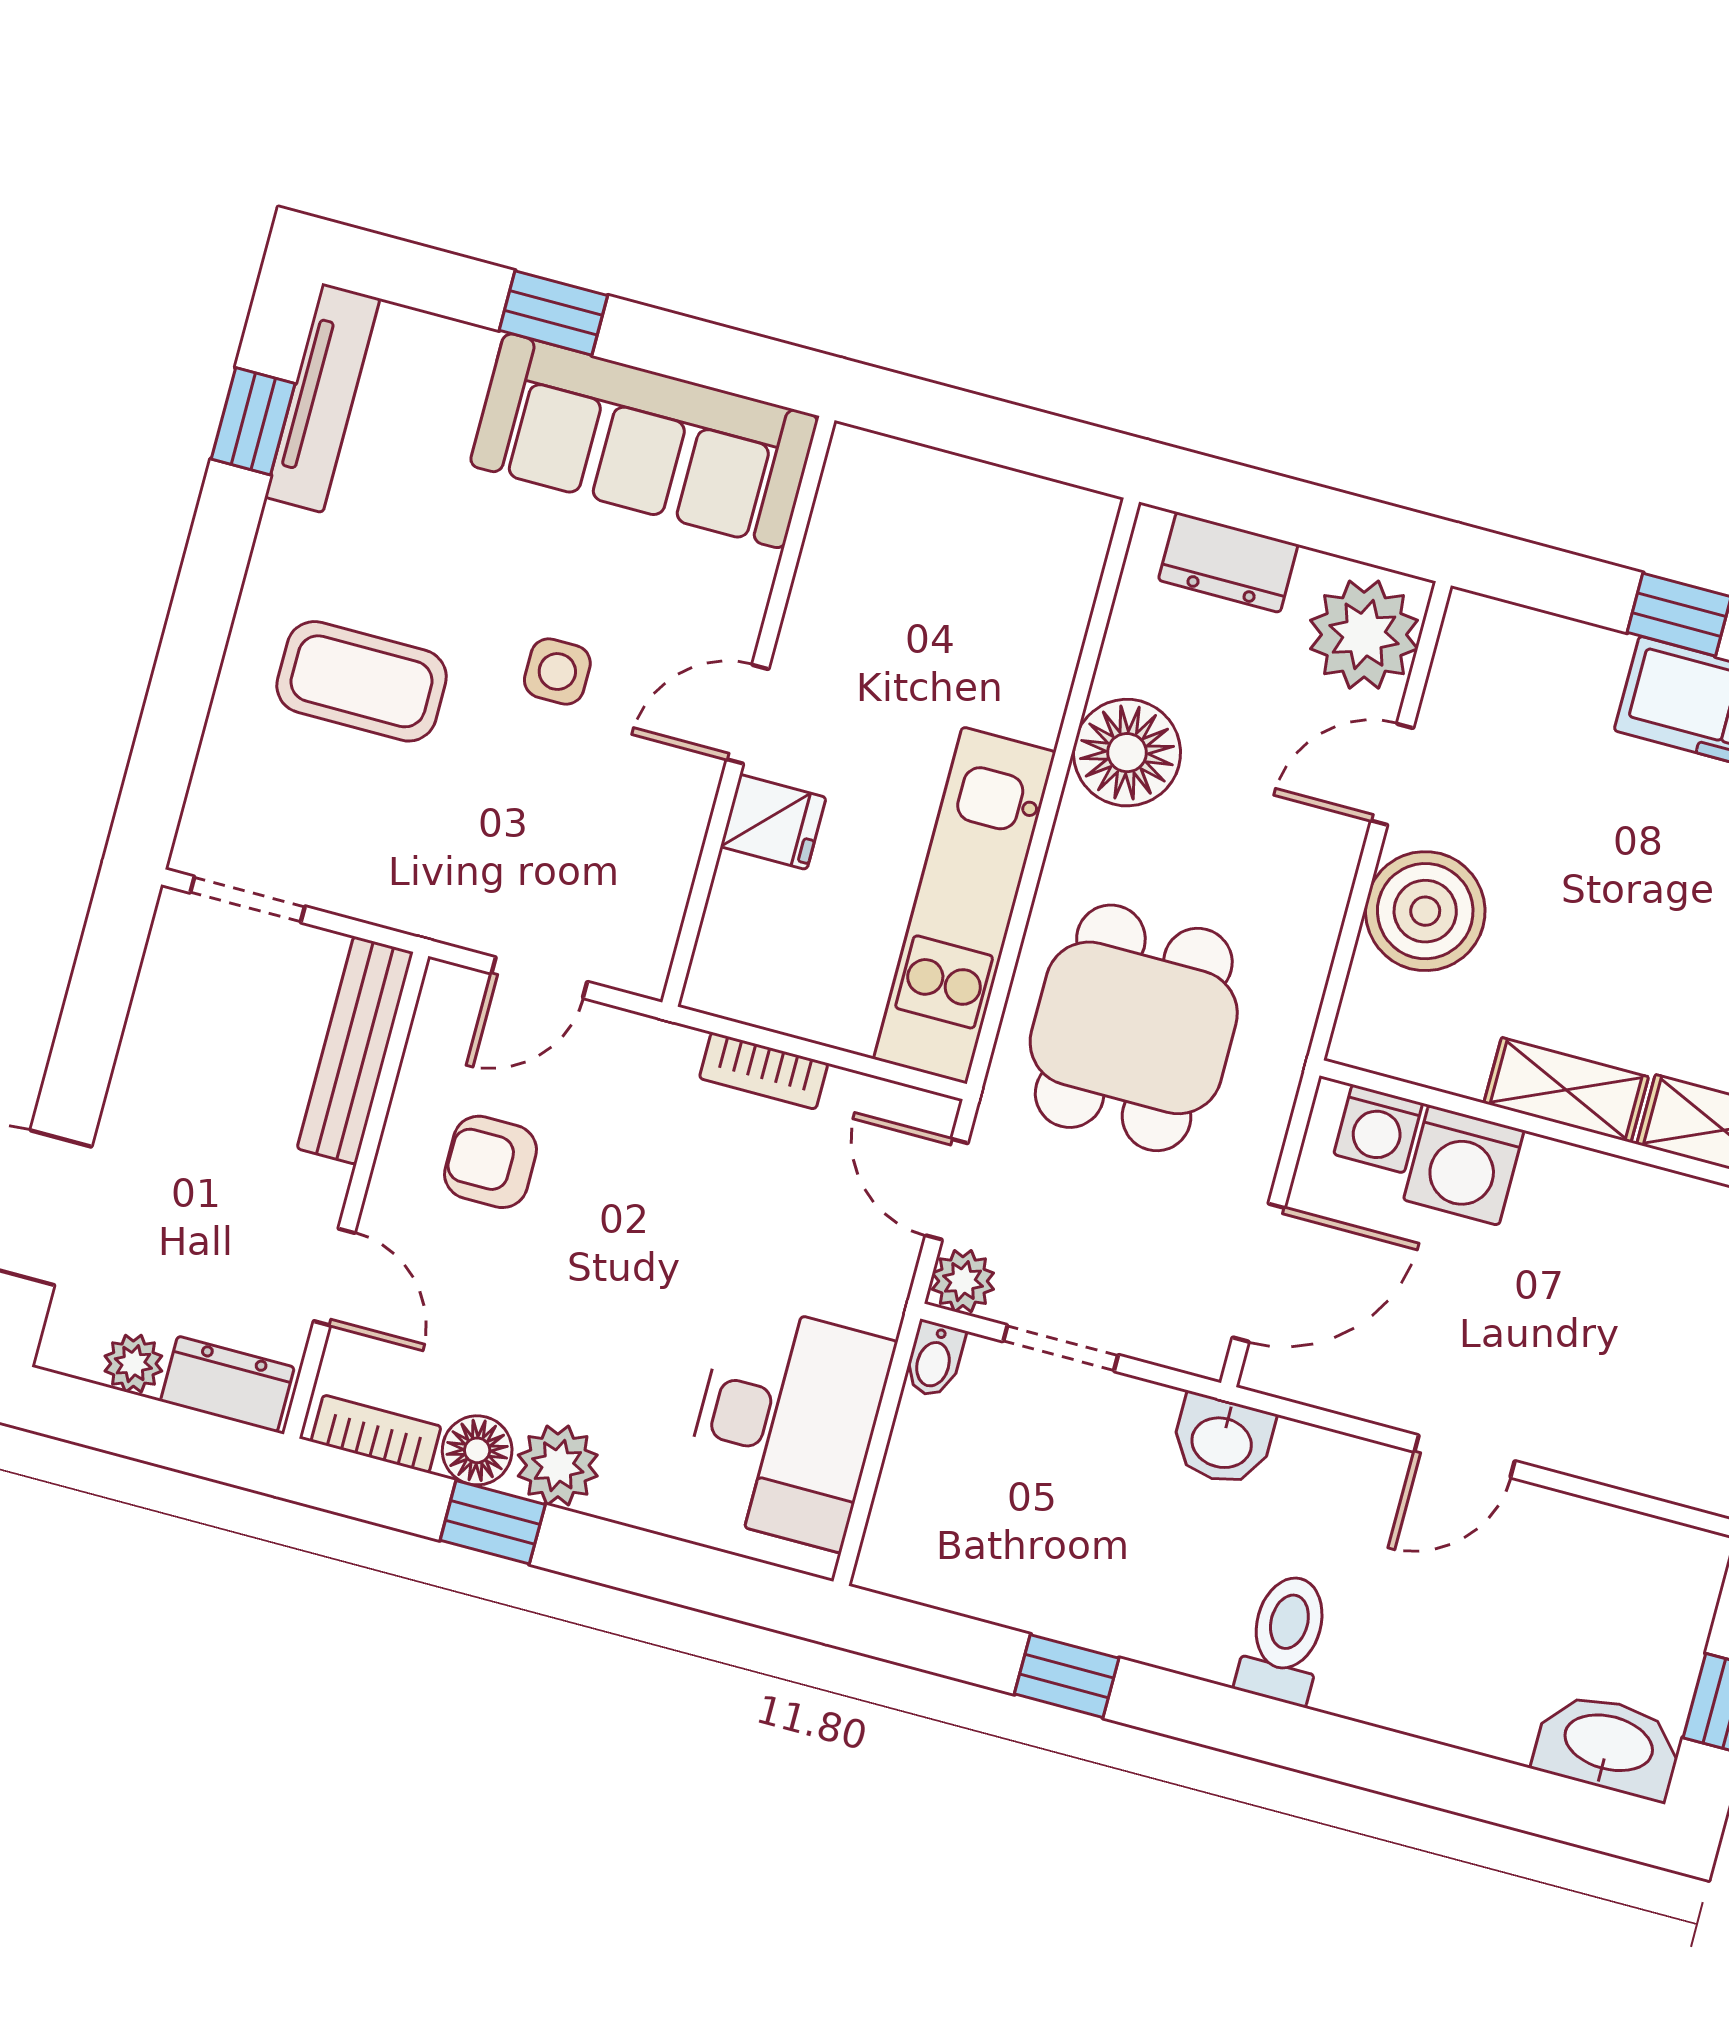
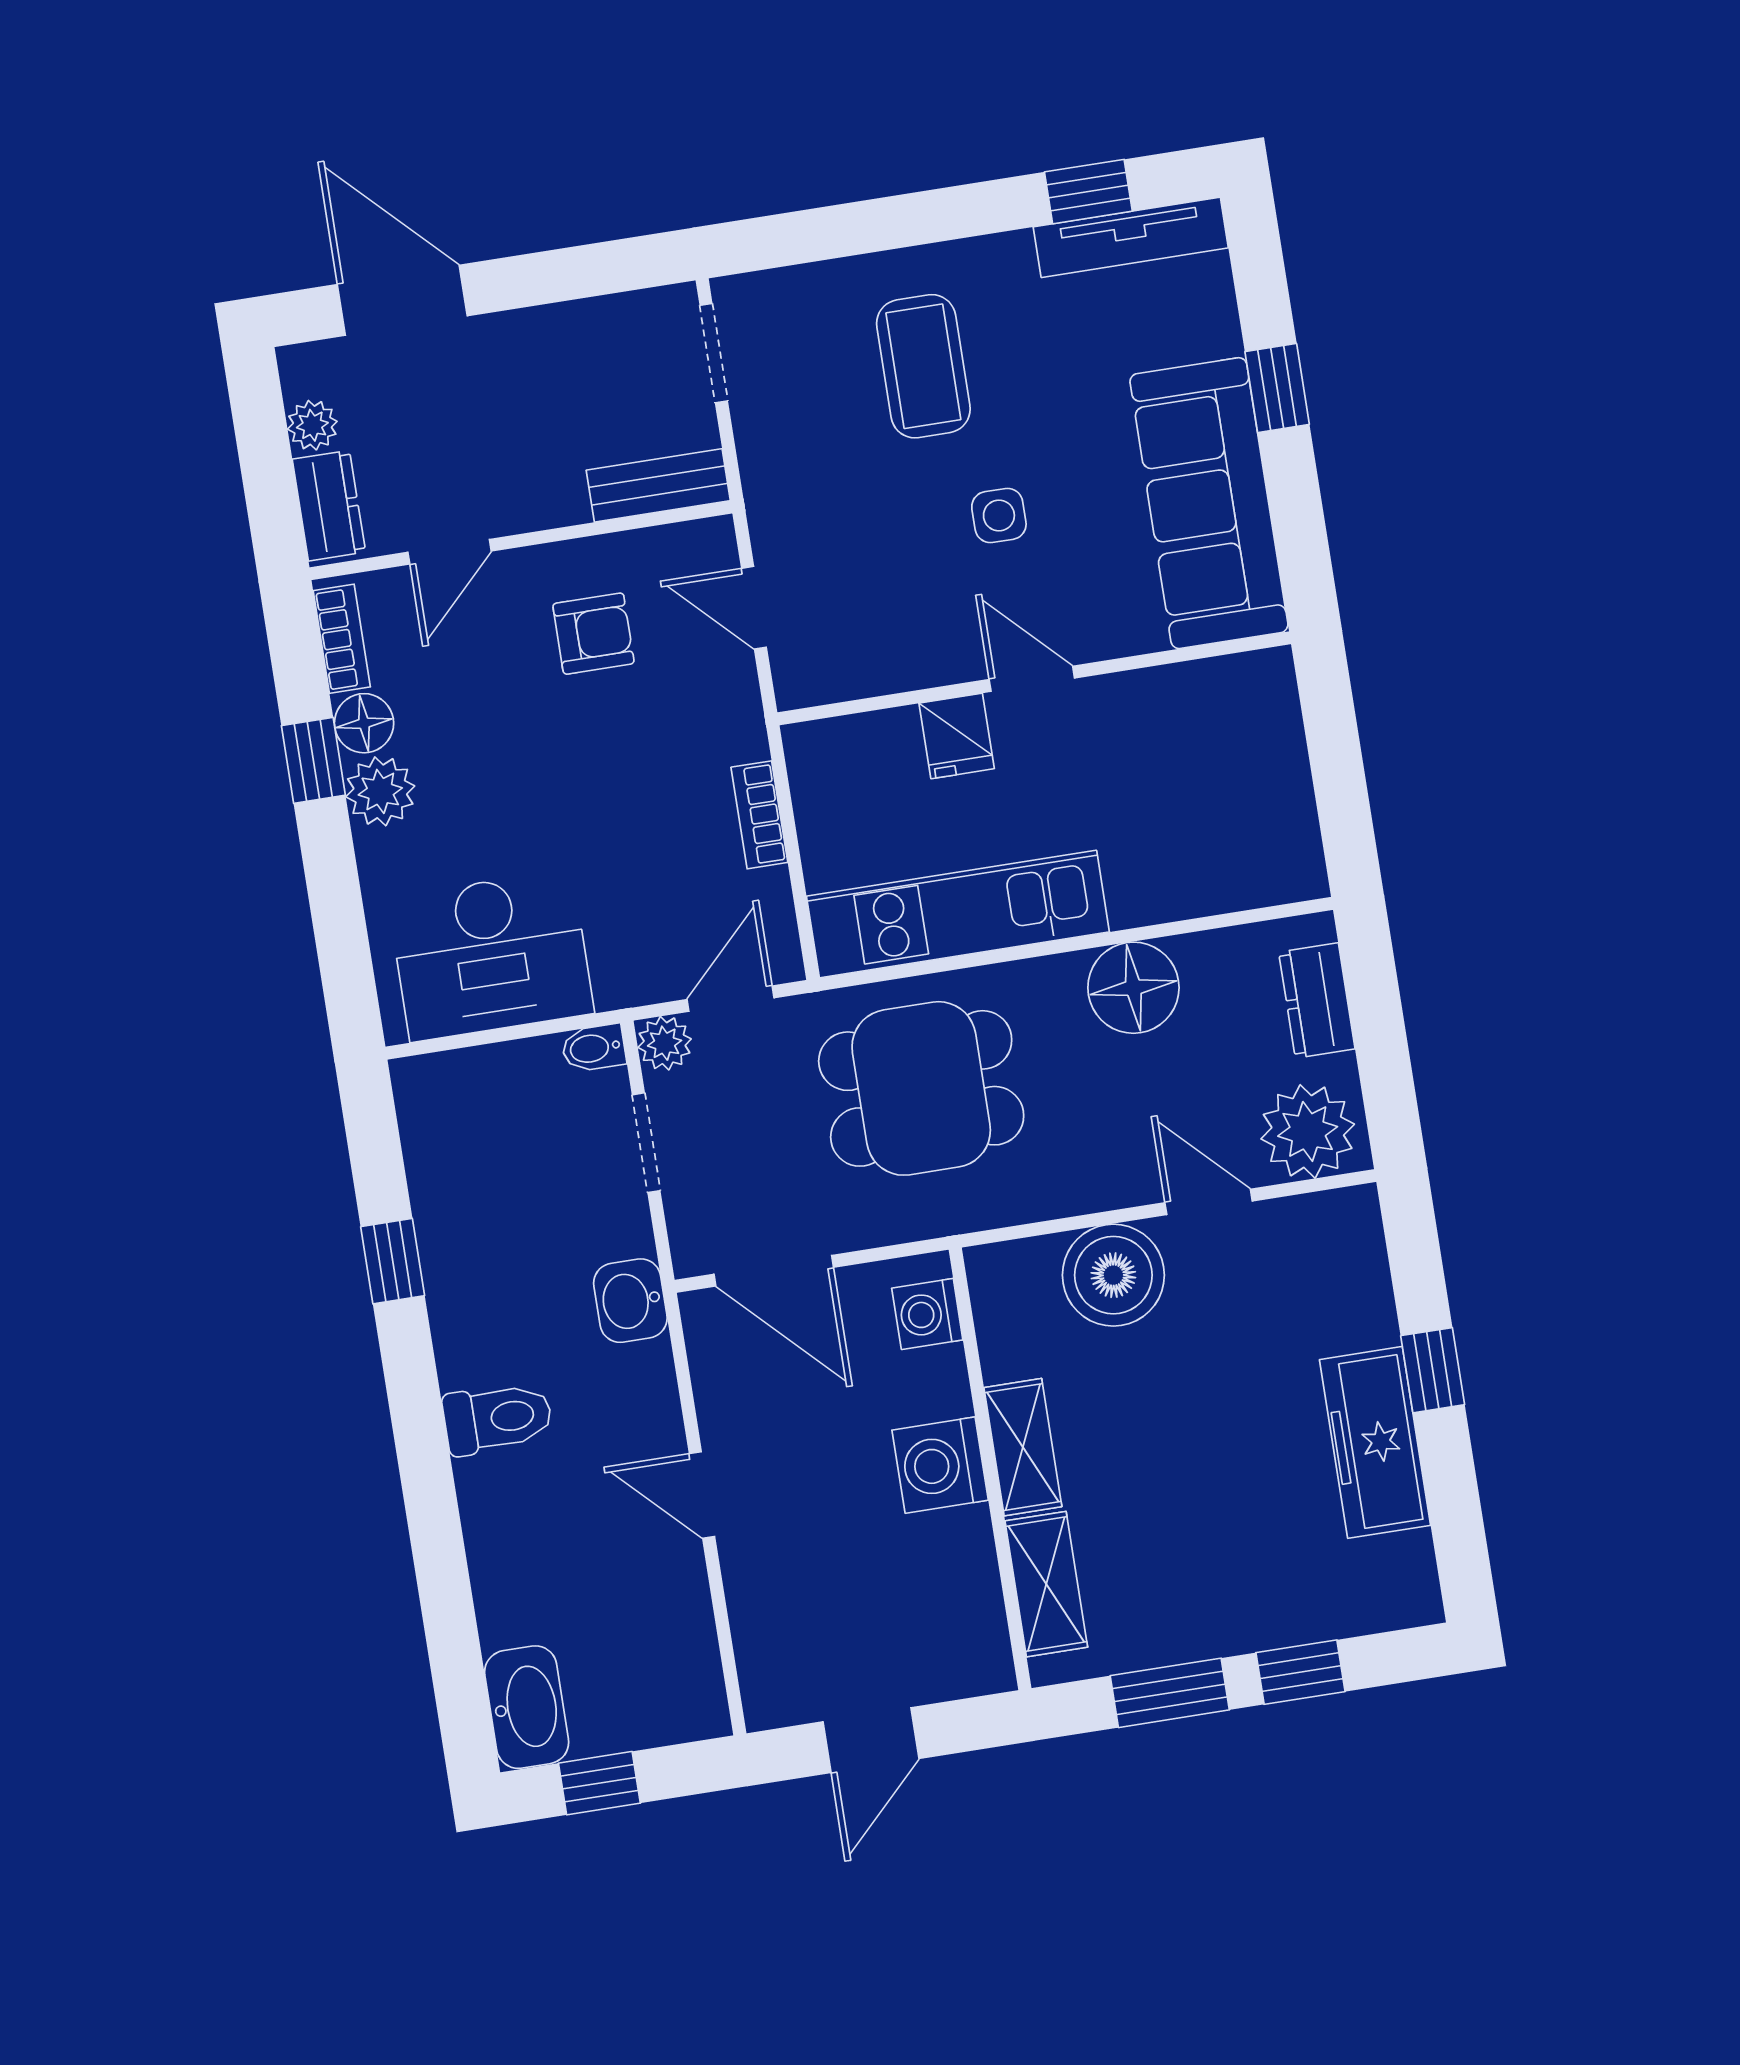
bench: (355, 1050) -> (658, 485), width x0.73
armchair: (490, 1162) -> (593, 634), turned 90
washing machine: (1464, 1165) -> (940, 1465), moved

